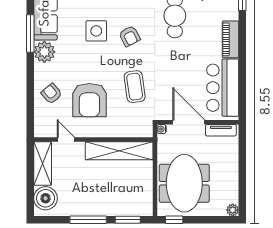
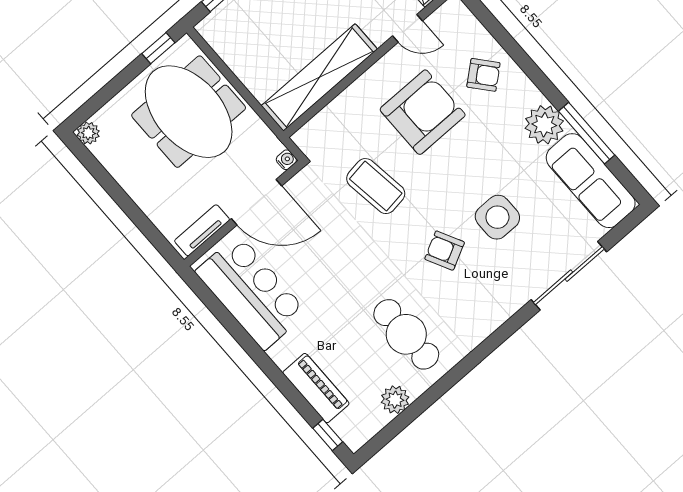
piano: (230, 39) -> (316, 388), moved
armchair: (89, 100) -> (423, 112), turned 90

